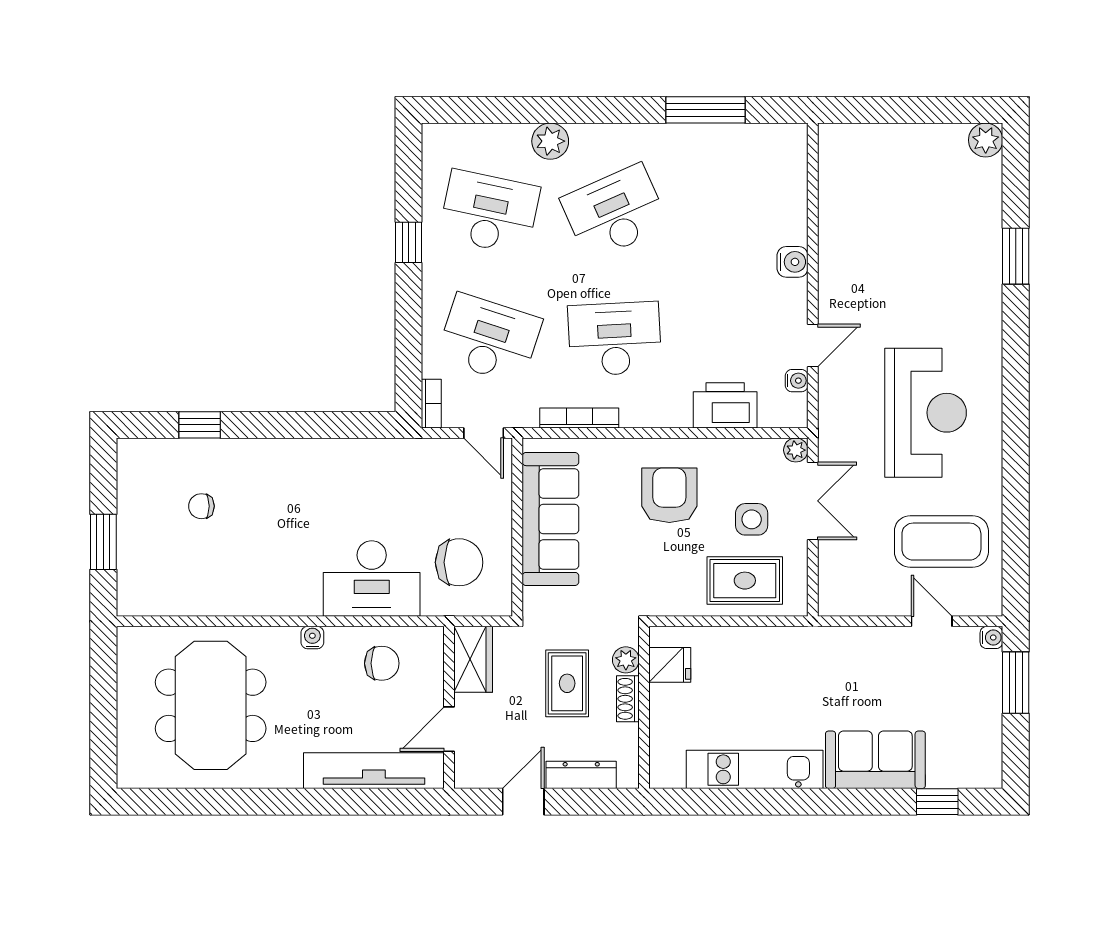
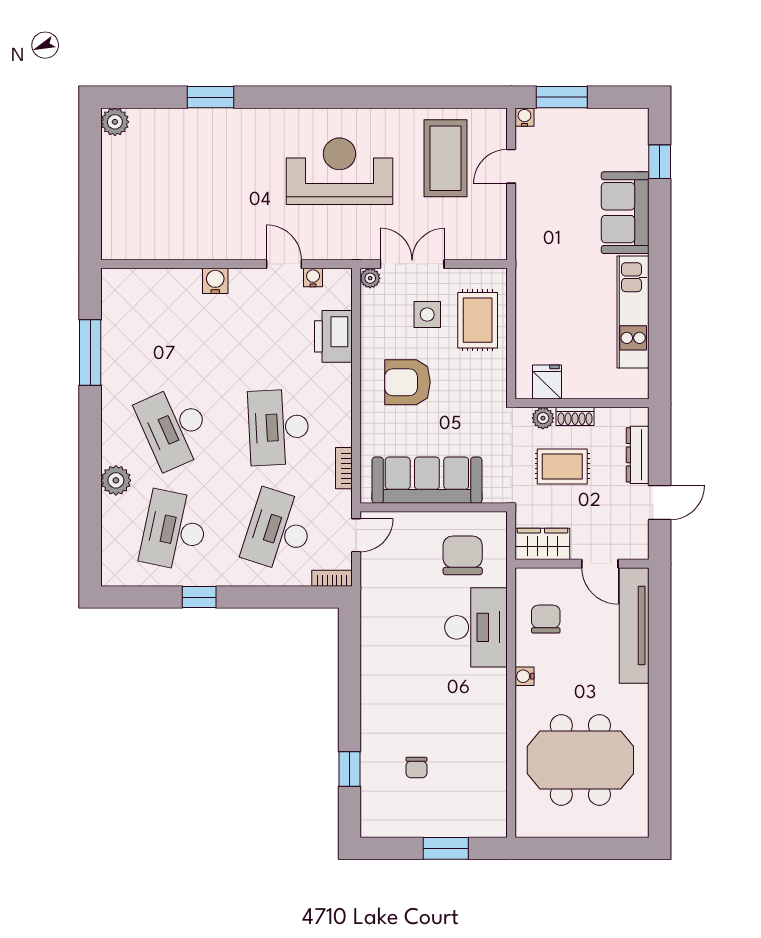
bookcase: (579, 418) -> (344, 468), width x0.64
door: (523, 802) -> (660, 503), swing flipped

